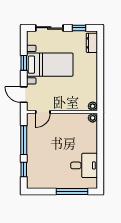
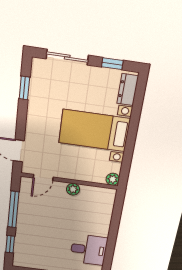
window: (24, 63) -> (24, 88), moved
bed with nightstands: (50, 65) -> (94, 131), moved, turned 180
plant: (93, 118) -> (73, 189), moved

